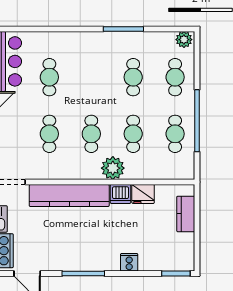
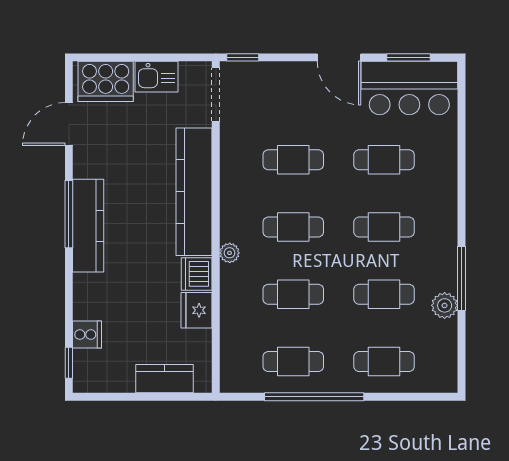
plant: (184, 40) -> (445, 305), moved
cafe table: (91, 77) -> (384, 227), added
plant: (113, 168) -> (230, 253), width x0.53, depth x0.53
kitchen counter: (90, 262) -> (88, 226), added
cooker: (129, 262) -> (87, 335), moved
window: (176, 274) -> (69, 363), width x0.67

